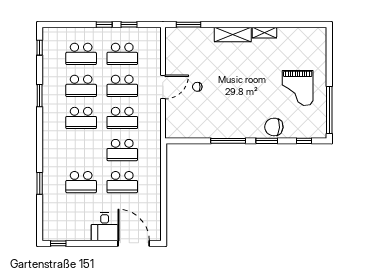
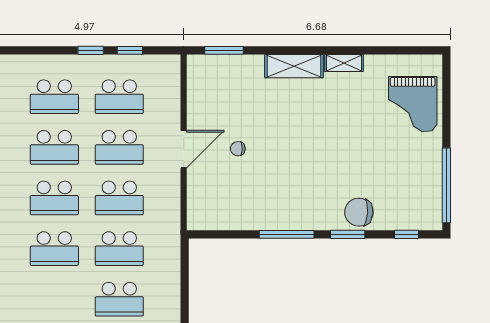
grand piano: (298, 88) -> (413, 104), moved
school desk: (81, 182) -> (54, 249), moved

